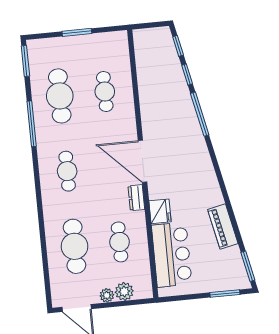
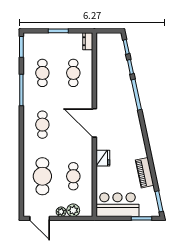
cafe table: (60, 96) -> (42, 73), width x0.73, depth x0.74
dresser: (136, 198) -> (88, 41), moved
bar counter: (172, 255) -> (117, 205), moved, turned -90

